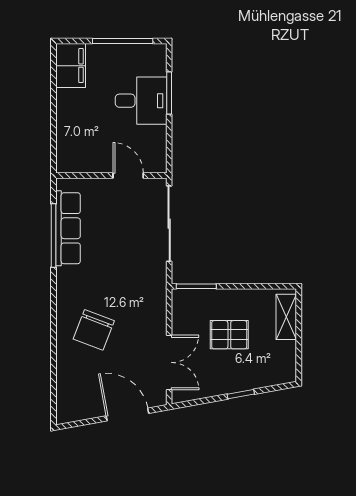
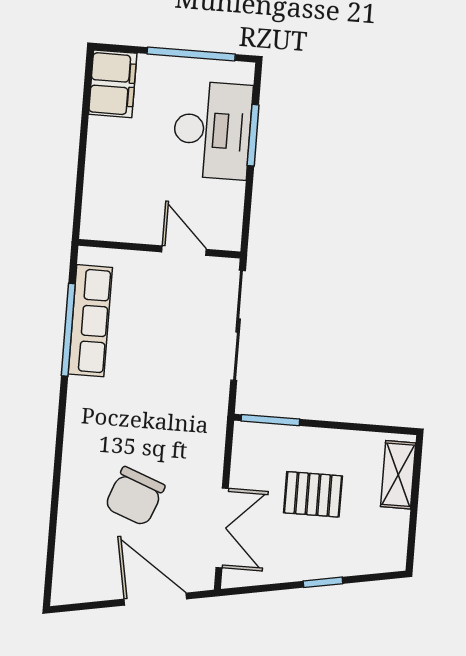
desk: (141, 101) -> (212, 130), width x1.37
chair: (94, 330) -> (135, 496), moved

